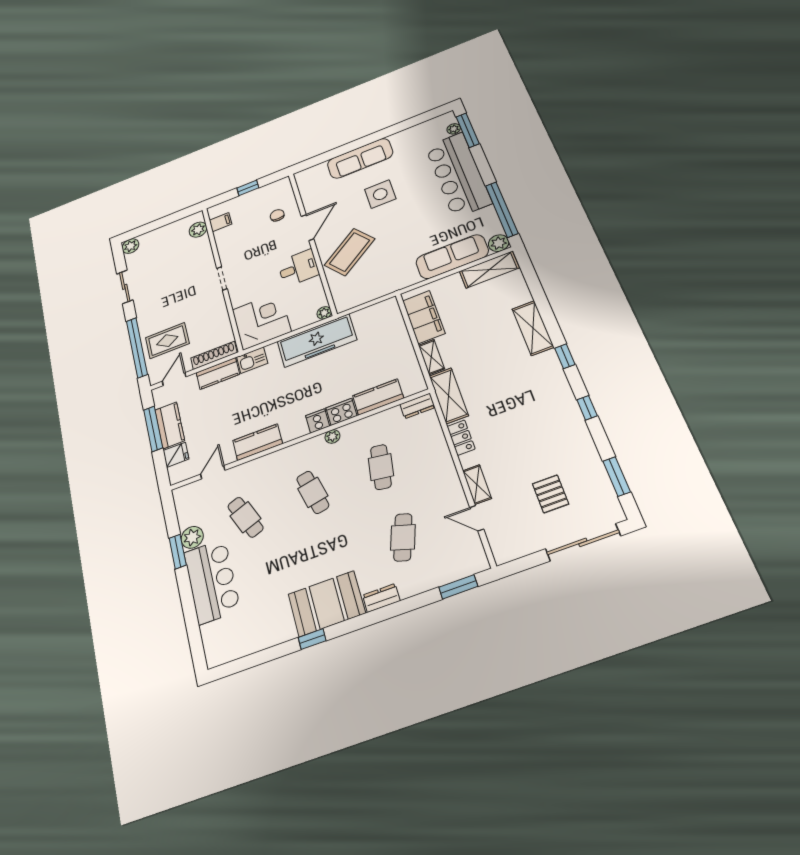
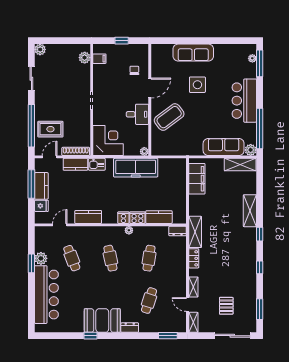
bar counter: (458, 175) -> (244, 101), width x0.73
shelving: (431, 357) -> (193, 322), moved
bar counter: (212, 581) -> (46, 295), width x1.36

